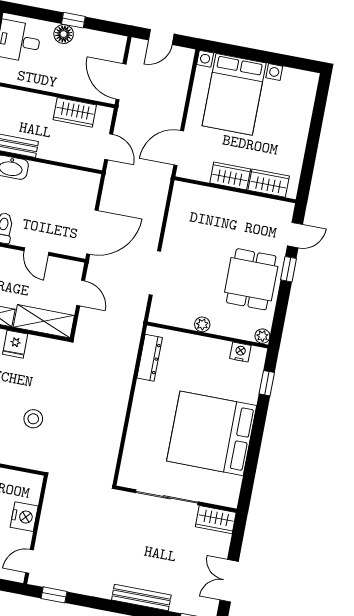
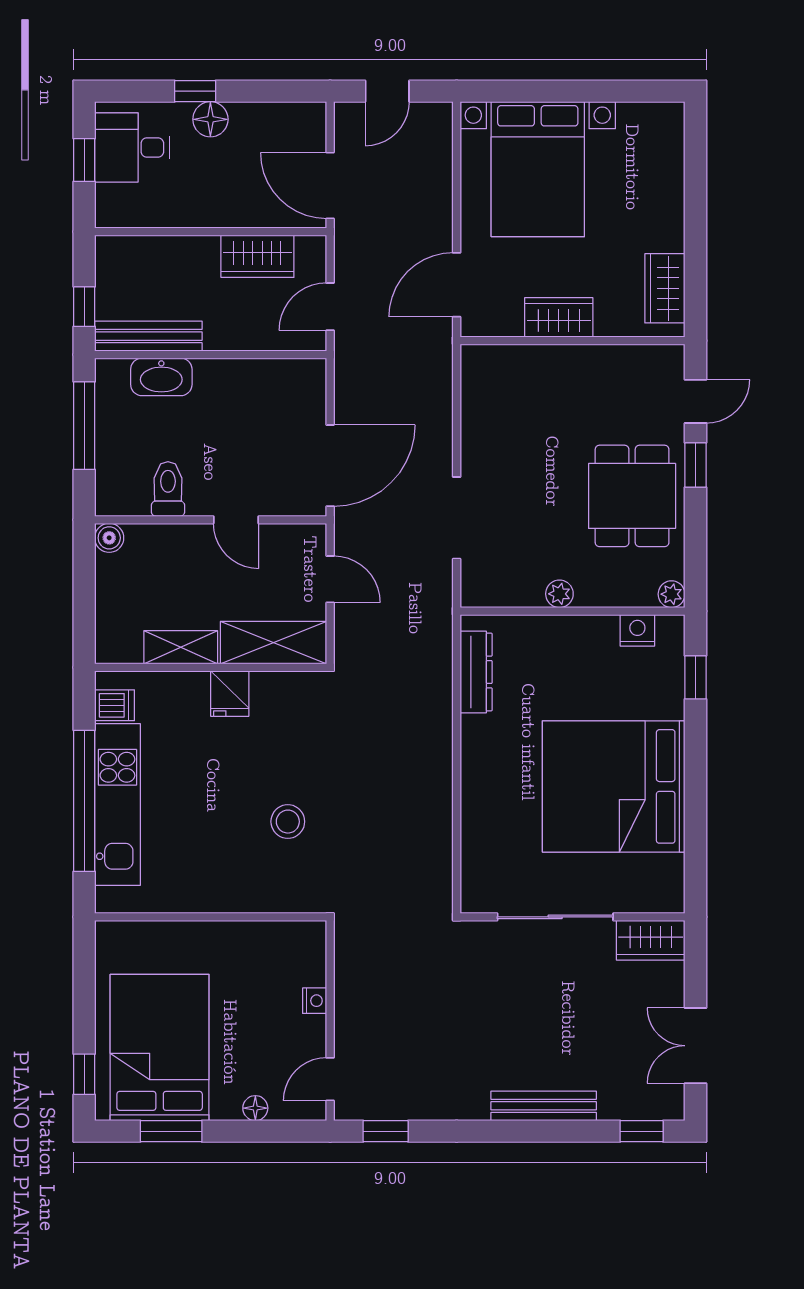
window: (73, 20) -> (195, 91), moved
door: (109, 147) -> (330, 307), swing flipped
wardrobe: (269, 183) -> (665, 288), moved, turned -90
nightstand: (24, 517) -> (315, 1001), width x0.53, depth x0.56

